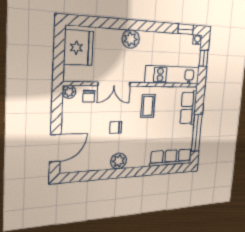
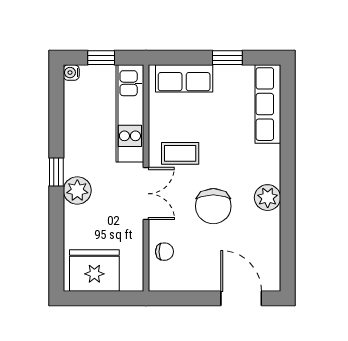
window: (186, 29) -> (56, 172), moved
double door: (114, 84) -> (146, 194), moved
plant: (69, 92) -> (158, 282), removed
chair: (116, 127) -> (213, 206), width x1.87, depth x1.87
window: (197, 133) -> (227, 58), width x0.46

